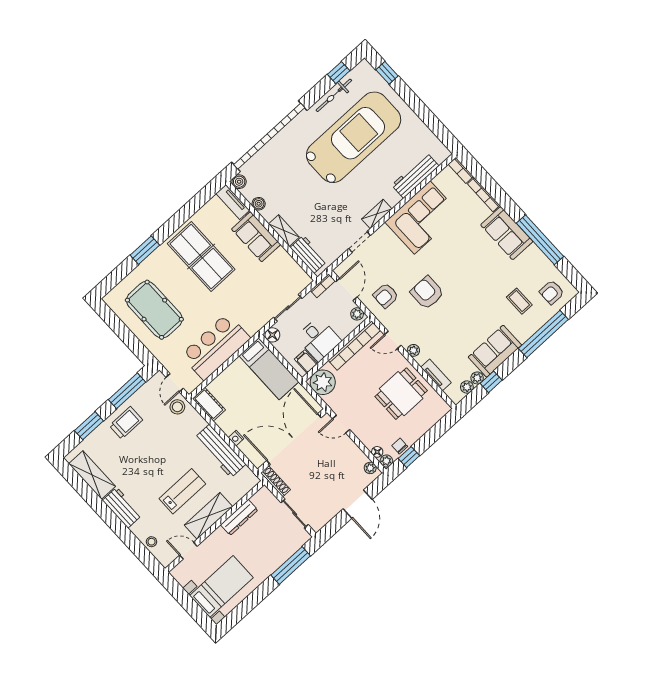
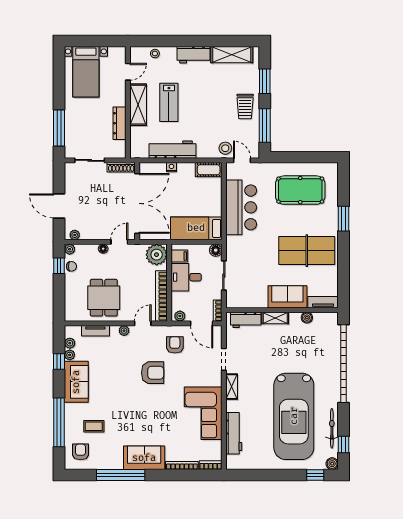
boiler: (239, 182) -> (332, 464), moved
floor lamp: (377, 452) -> (103, 249), moved

